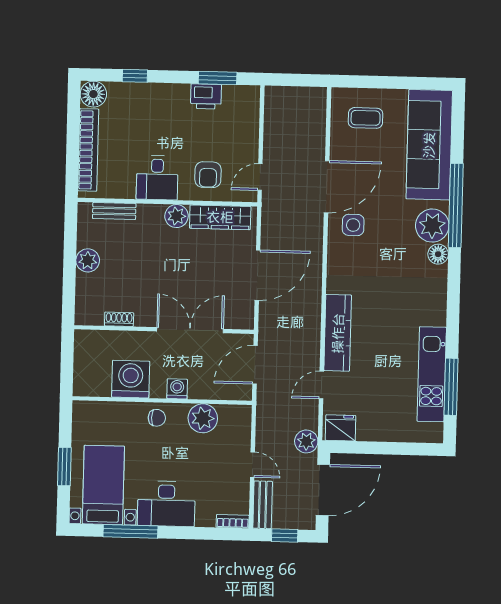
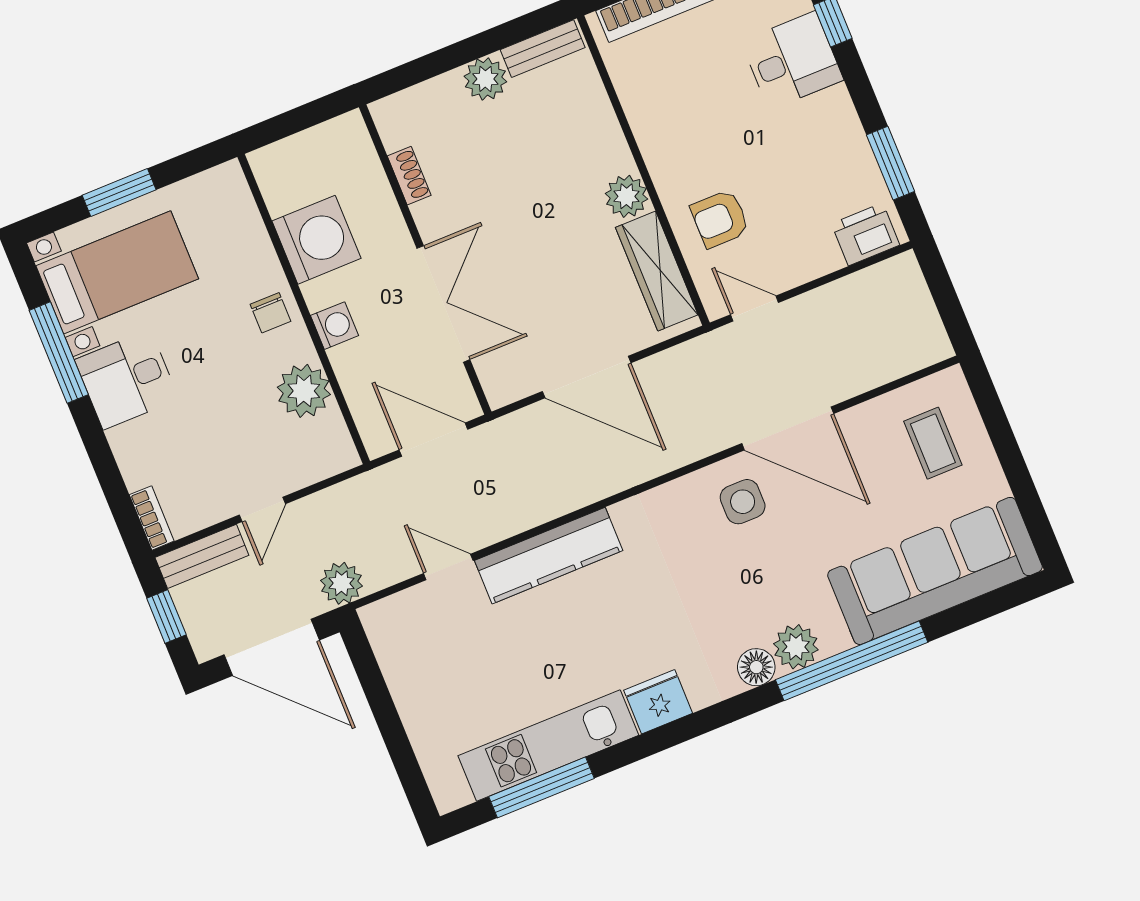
printer: (206, 96) -> (866, 234), moved, turned 90
desk: (157, 178) -> (792, 61), moved, turned 180
bench: (114, 211) -> (543, 49), moved, turned 90
plant: (432, 226) -> (796, 647), width x0.73, depth x0.73
fridge: (341, 428) -> (658, 702), moved, turned -90
desk: (166, 504) -> (127, 379), width x0.73

